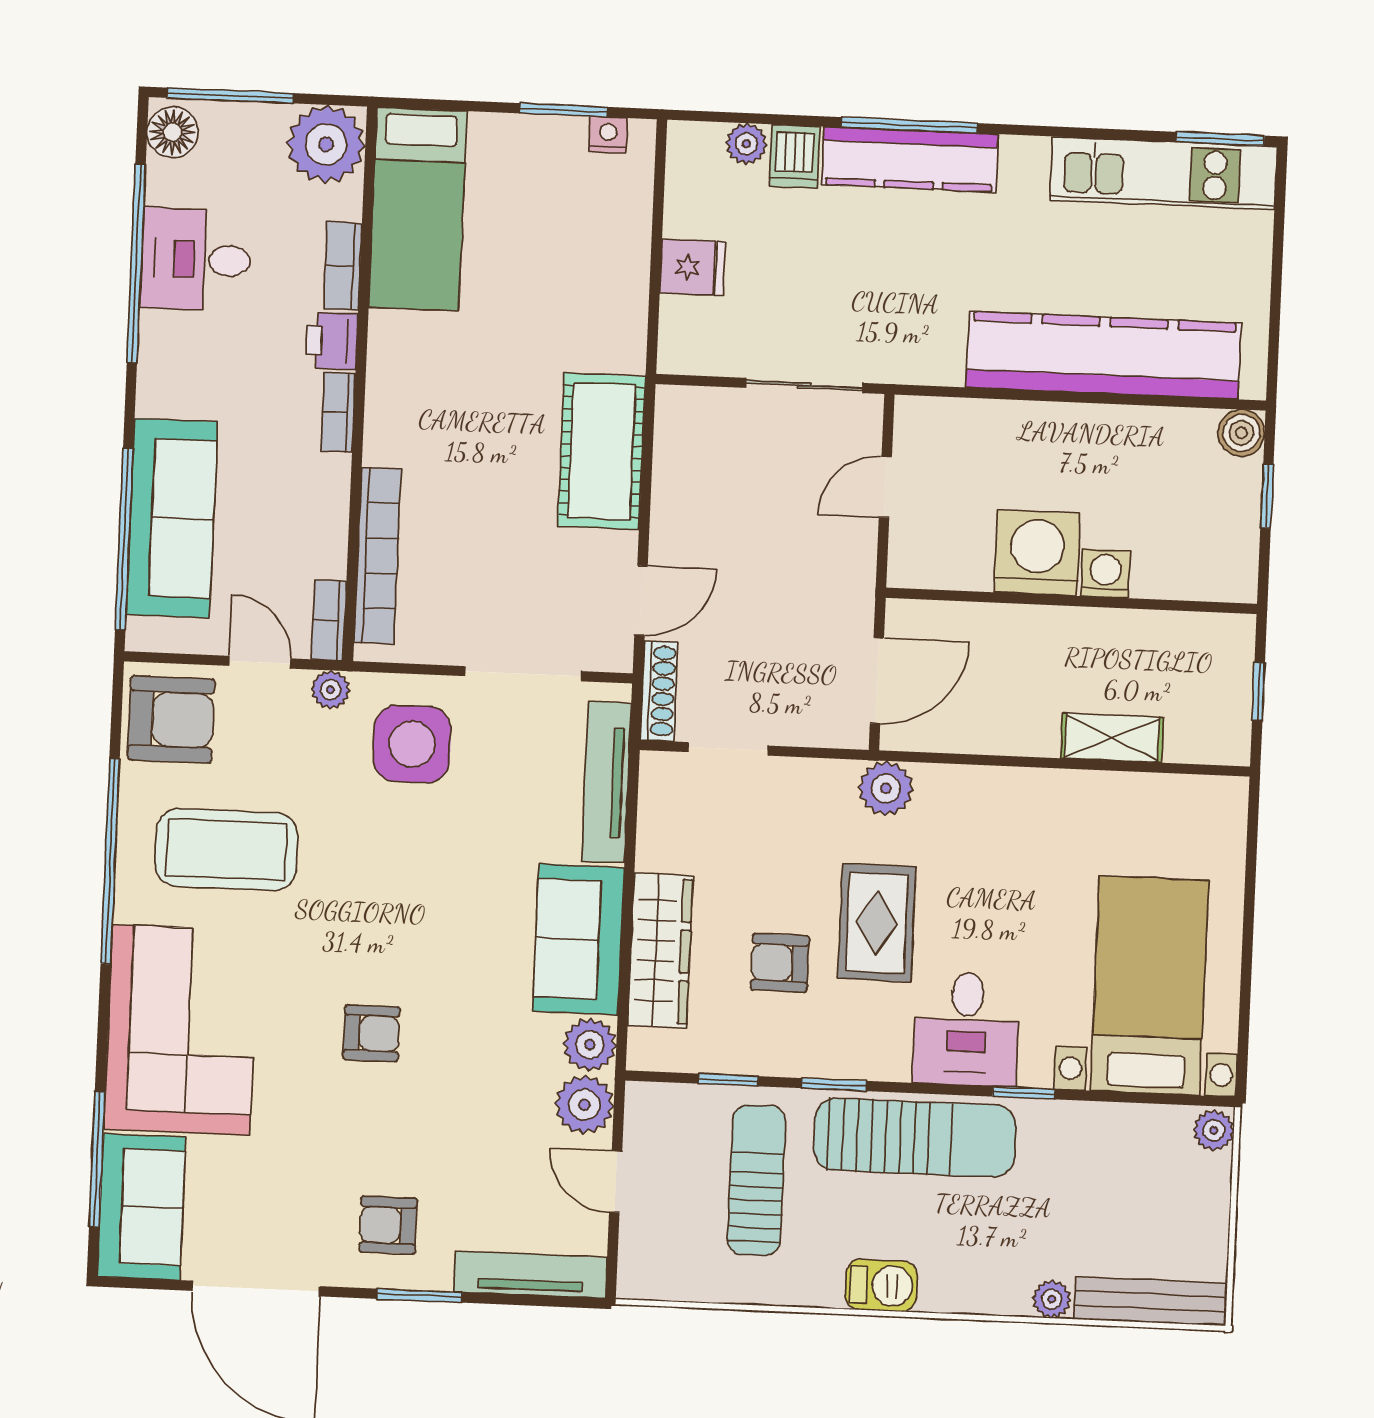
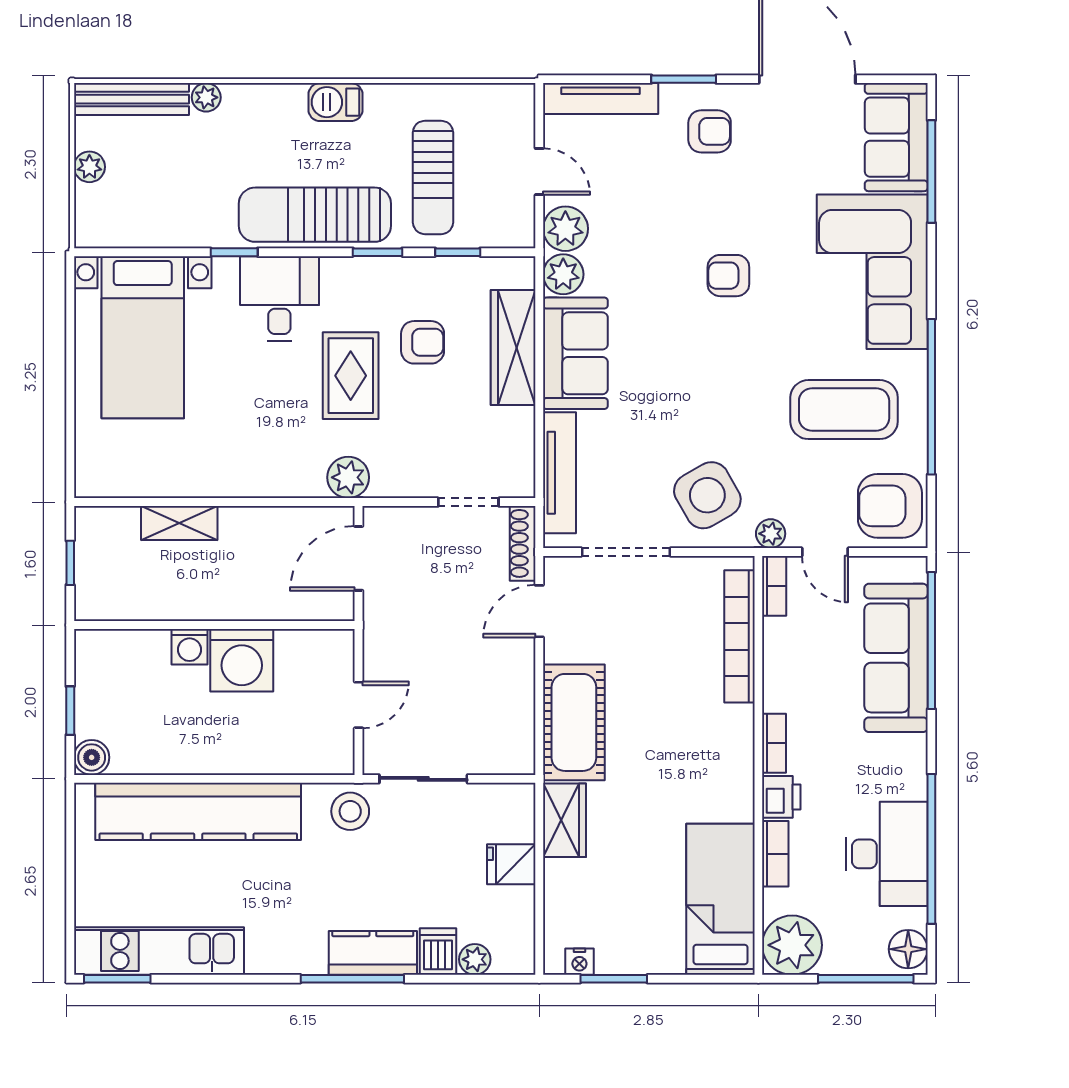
kitchen counter: (910, 159) -> (373, 953), width x0.67
desk: (196, 260) -> (887, 854), width x1.37
wardrobe: (620, 322) -> (564, 820), added
stool: (903, 347) -> (350, 811), added
side table: (412, 744) -> (707, 495), turned -30
plant: (1214, 1130) -> (89, 167), moved

